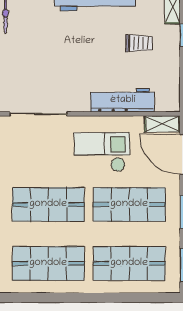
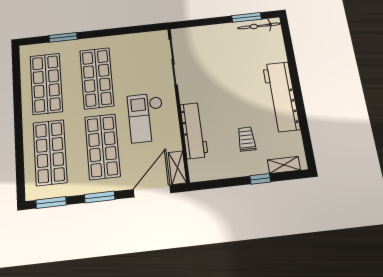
trolley: (139, 43) -> (246, 139), turned 180
checkout: (102, 152) -> (146, 118), turned 180

